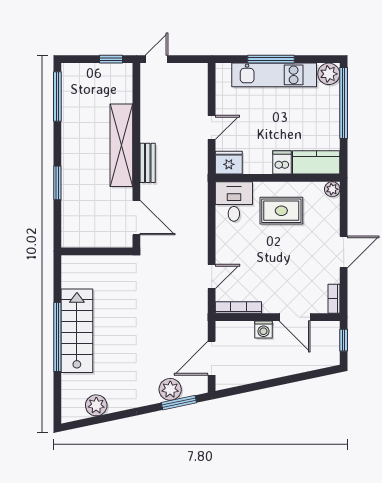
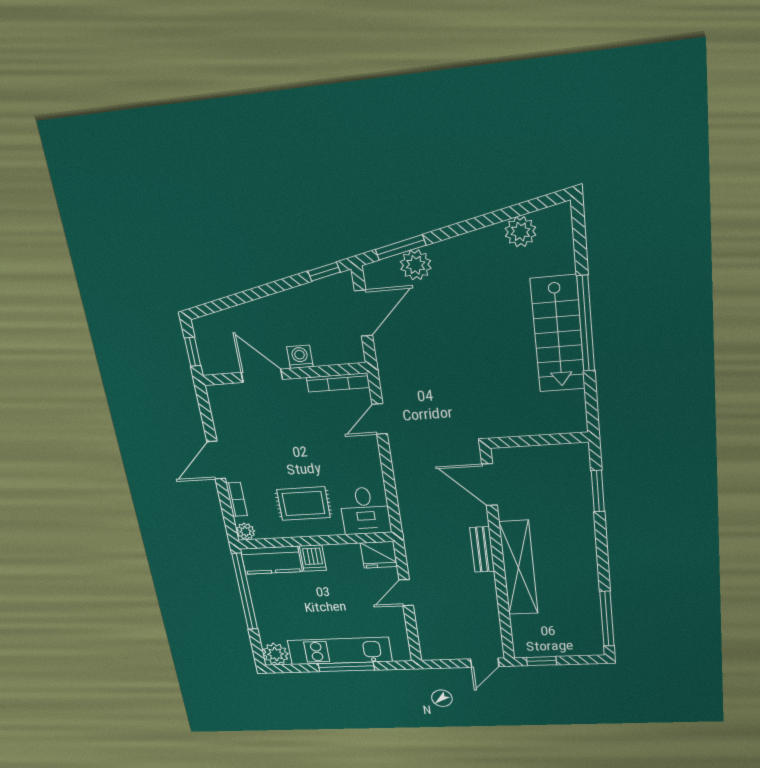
window: (344, 103) -> (245, 592), moved
window: (57, 183) -> (598, 491), moved
bookcase: (334, 299) -> (237, 499), moved
window: (235, 391) -> (324, 272), added

